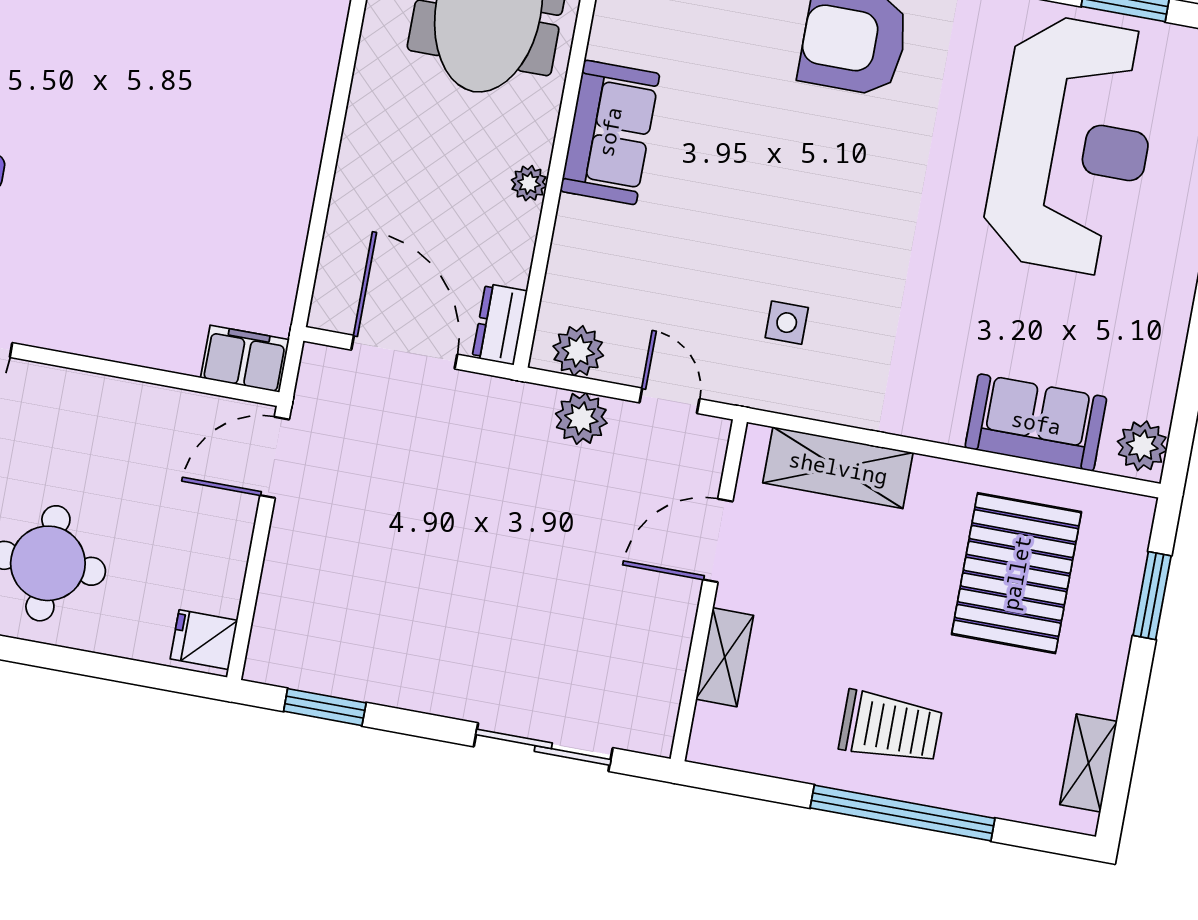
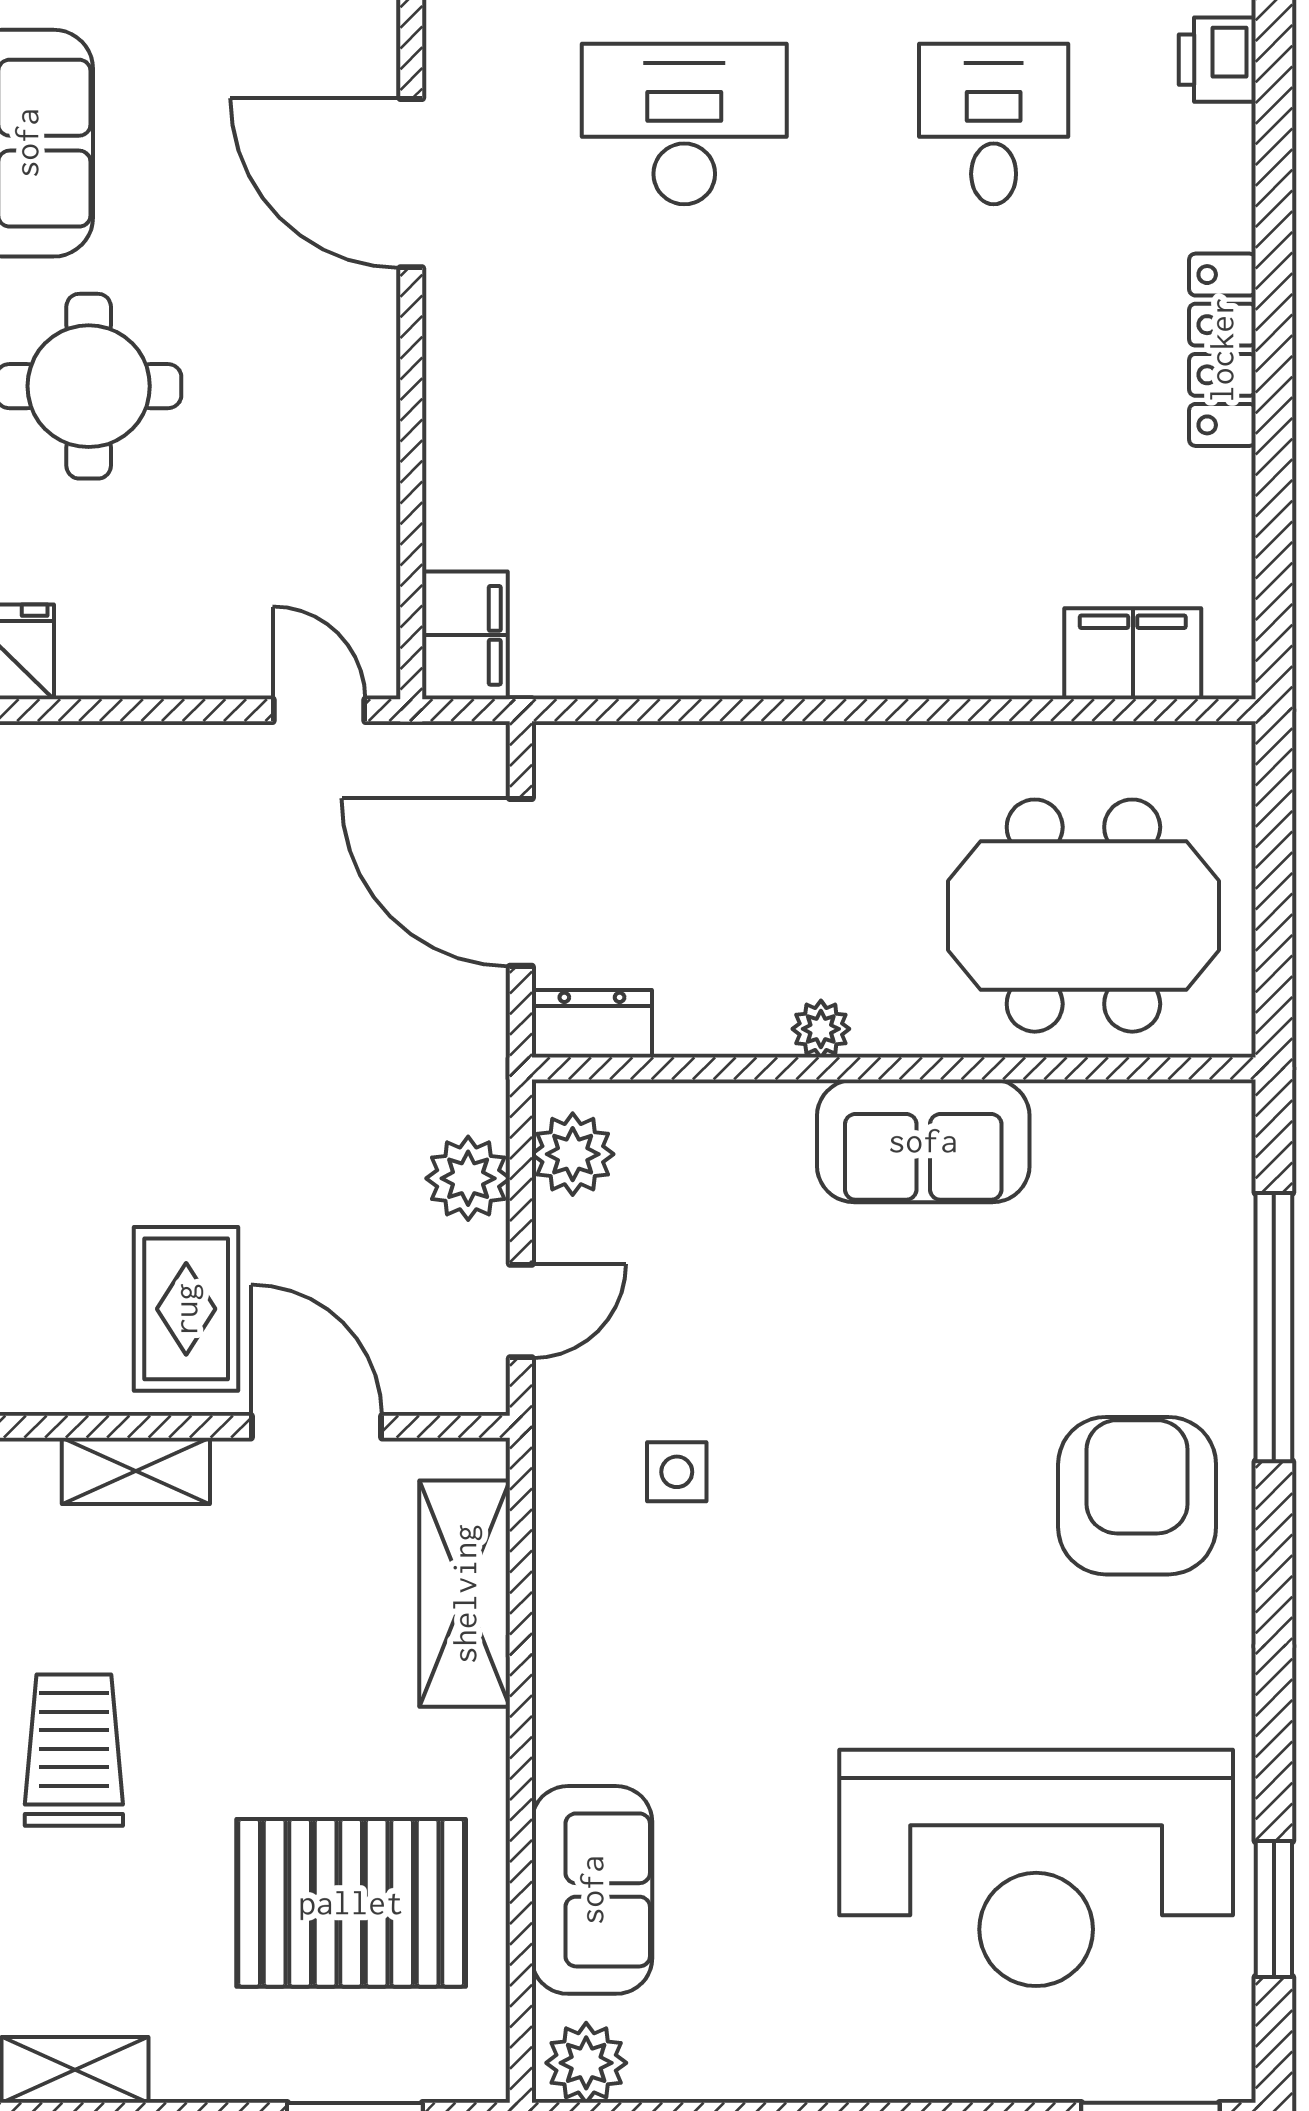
door: (404, 352) -> (521, 882), swing flipped
door: (275, 457) -> (319, 710), width x0.73
rug: (630, 608) -> (186, 1309), added
trolley: (891, 727) -> (74, 1750), turned 180

